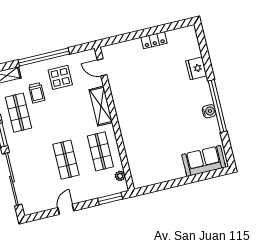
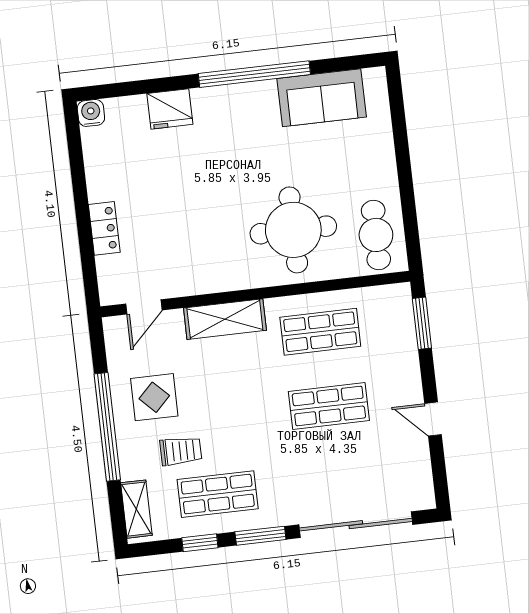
locker: (154, 40) -> (104, 228), moved
water cooler: (209, 111) -> (91, 113), moved
round table: (147, 133) -> (293, 230), added
sofa: (204, 161) -> (322, 98), moved, turned -90
cafe table: (149, 172) -> (376, 235), added
plant: (120, 176) -> (377, 297), removed

